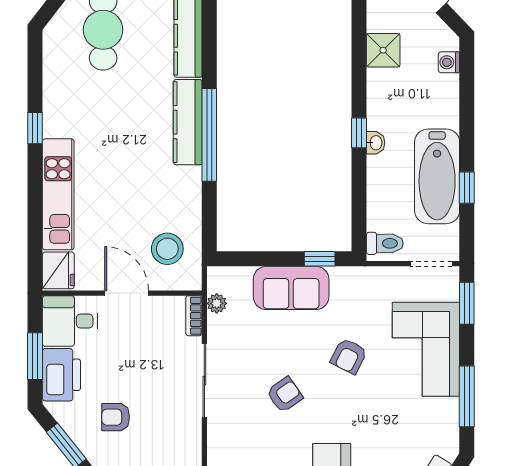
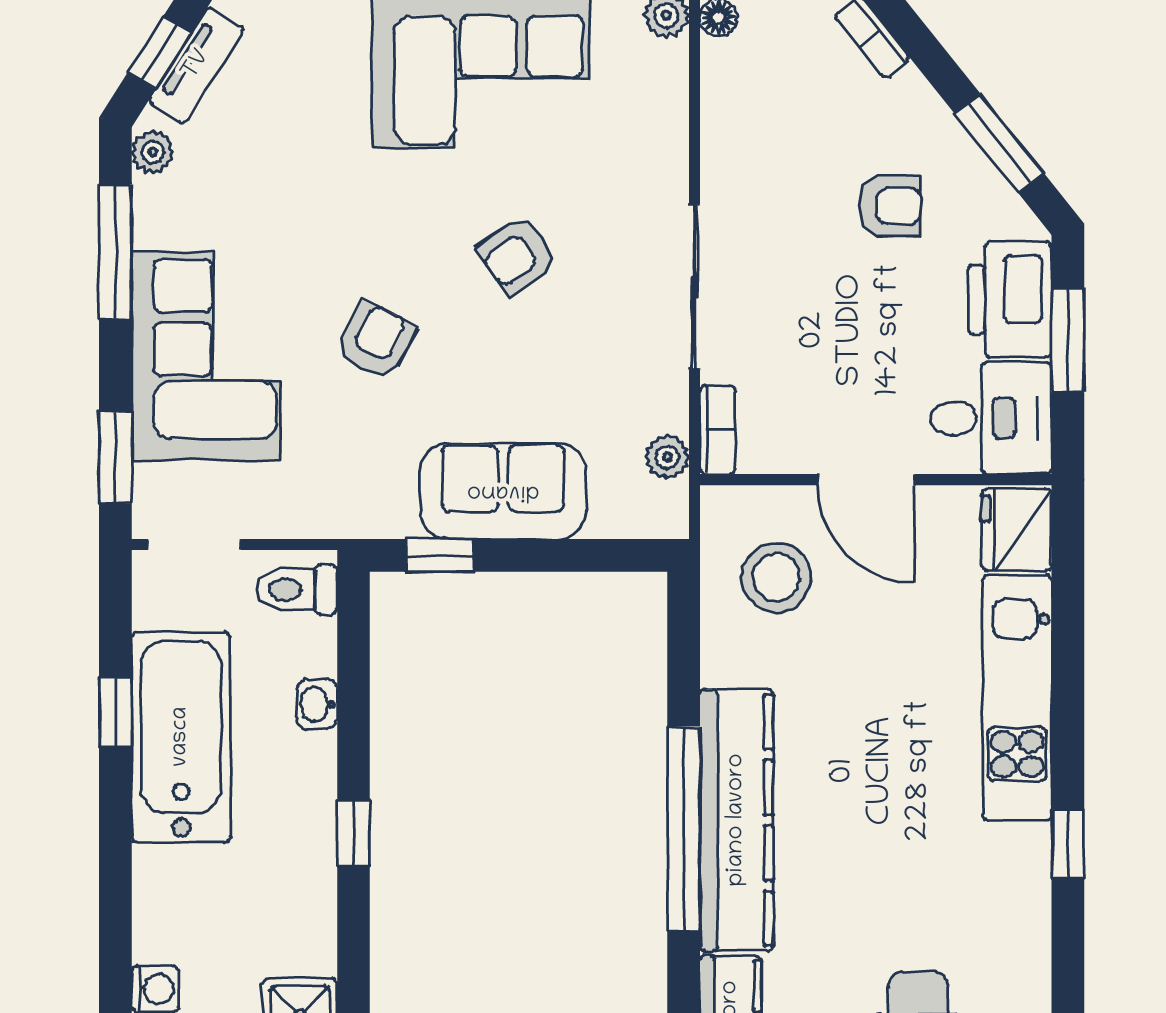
kitchen counter: (188, 122) -> (737, 820), width x1.39, depth x1.17
washbasin: (375, 143) -> (317, 704), moved
plant: (450, 442) -> (153, 152), added

